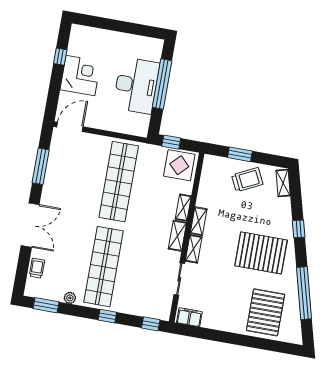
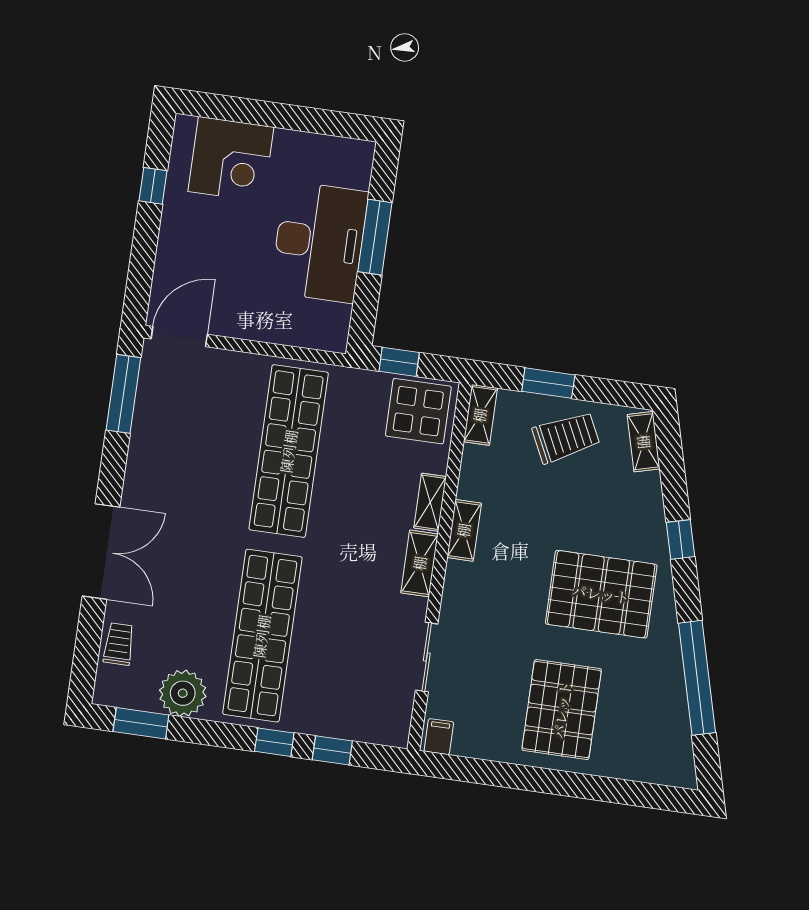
corner desk: (80, 76) -> (231, 159), moved, turned 90
window: (162, 84) -> (375, 237), width x0.68
window: (41, 166) -> (123, 394), moved
shelving: (194, 249) -> (480, 415), moved
plant: (70, 298) -> (183, 693), width x1.88, depth x1.88
pallet: (266, 312) -> (562, 710), moved
filing cabinet: (189, 317) -> (439, 737), width x0.50
window: (151, 324) -> (332, 750), moved

